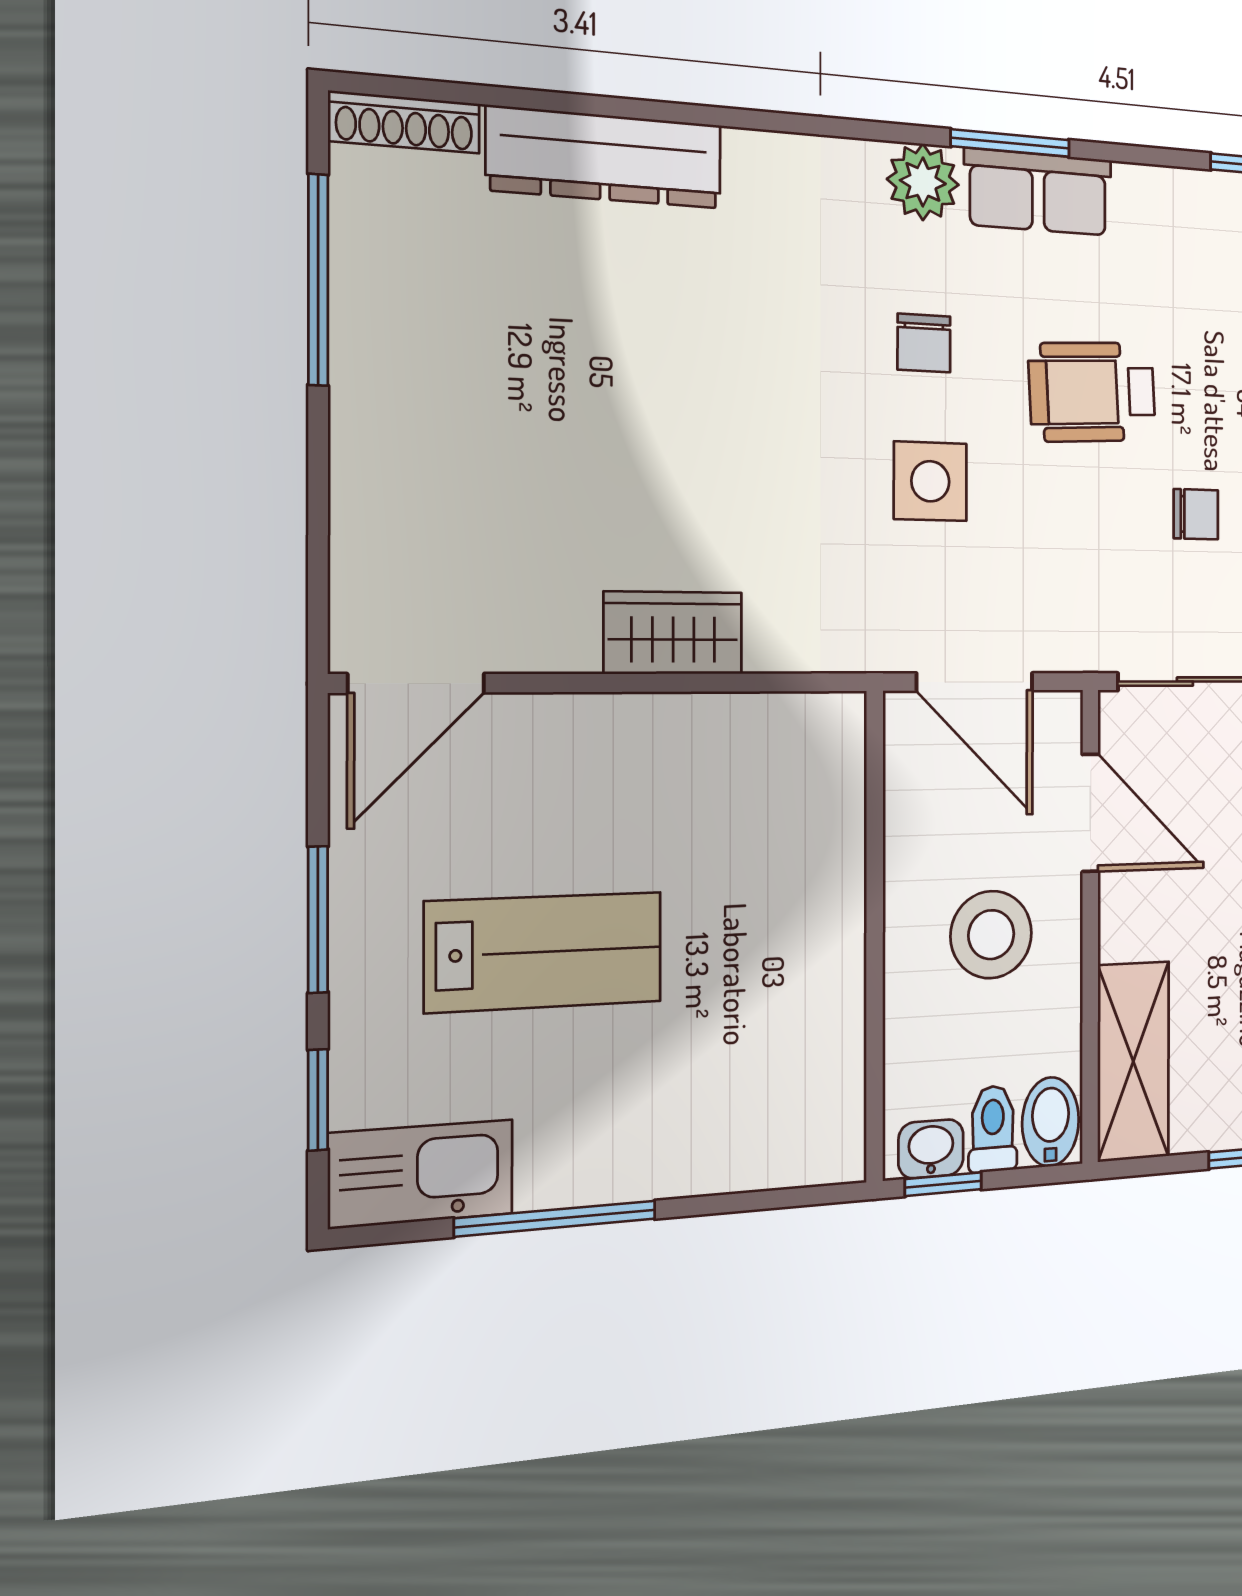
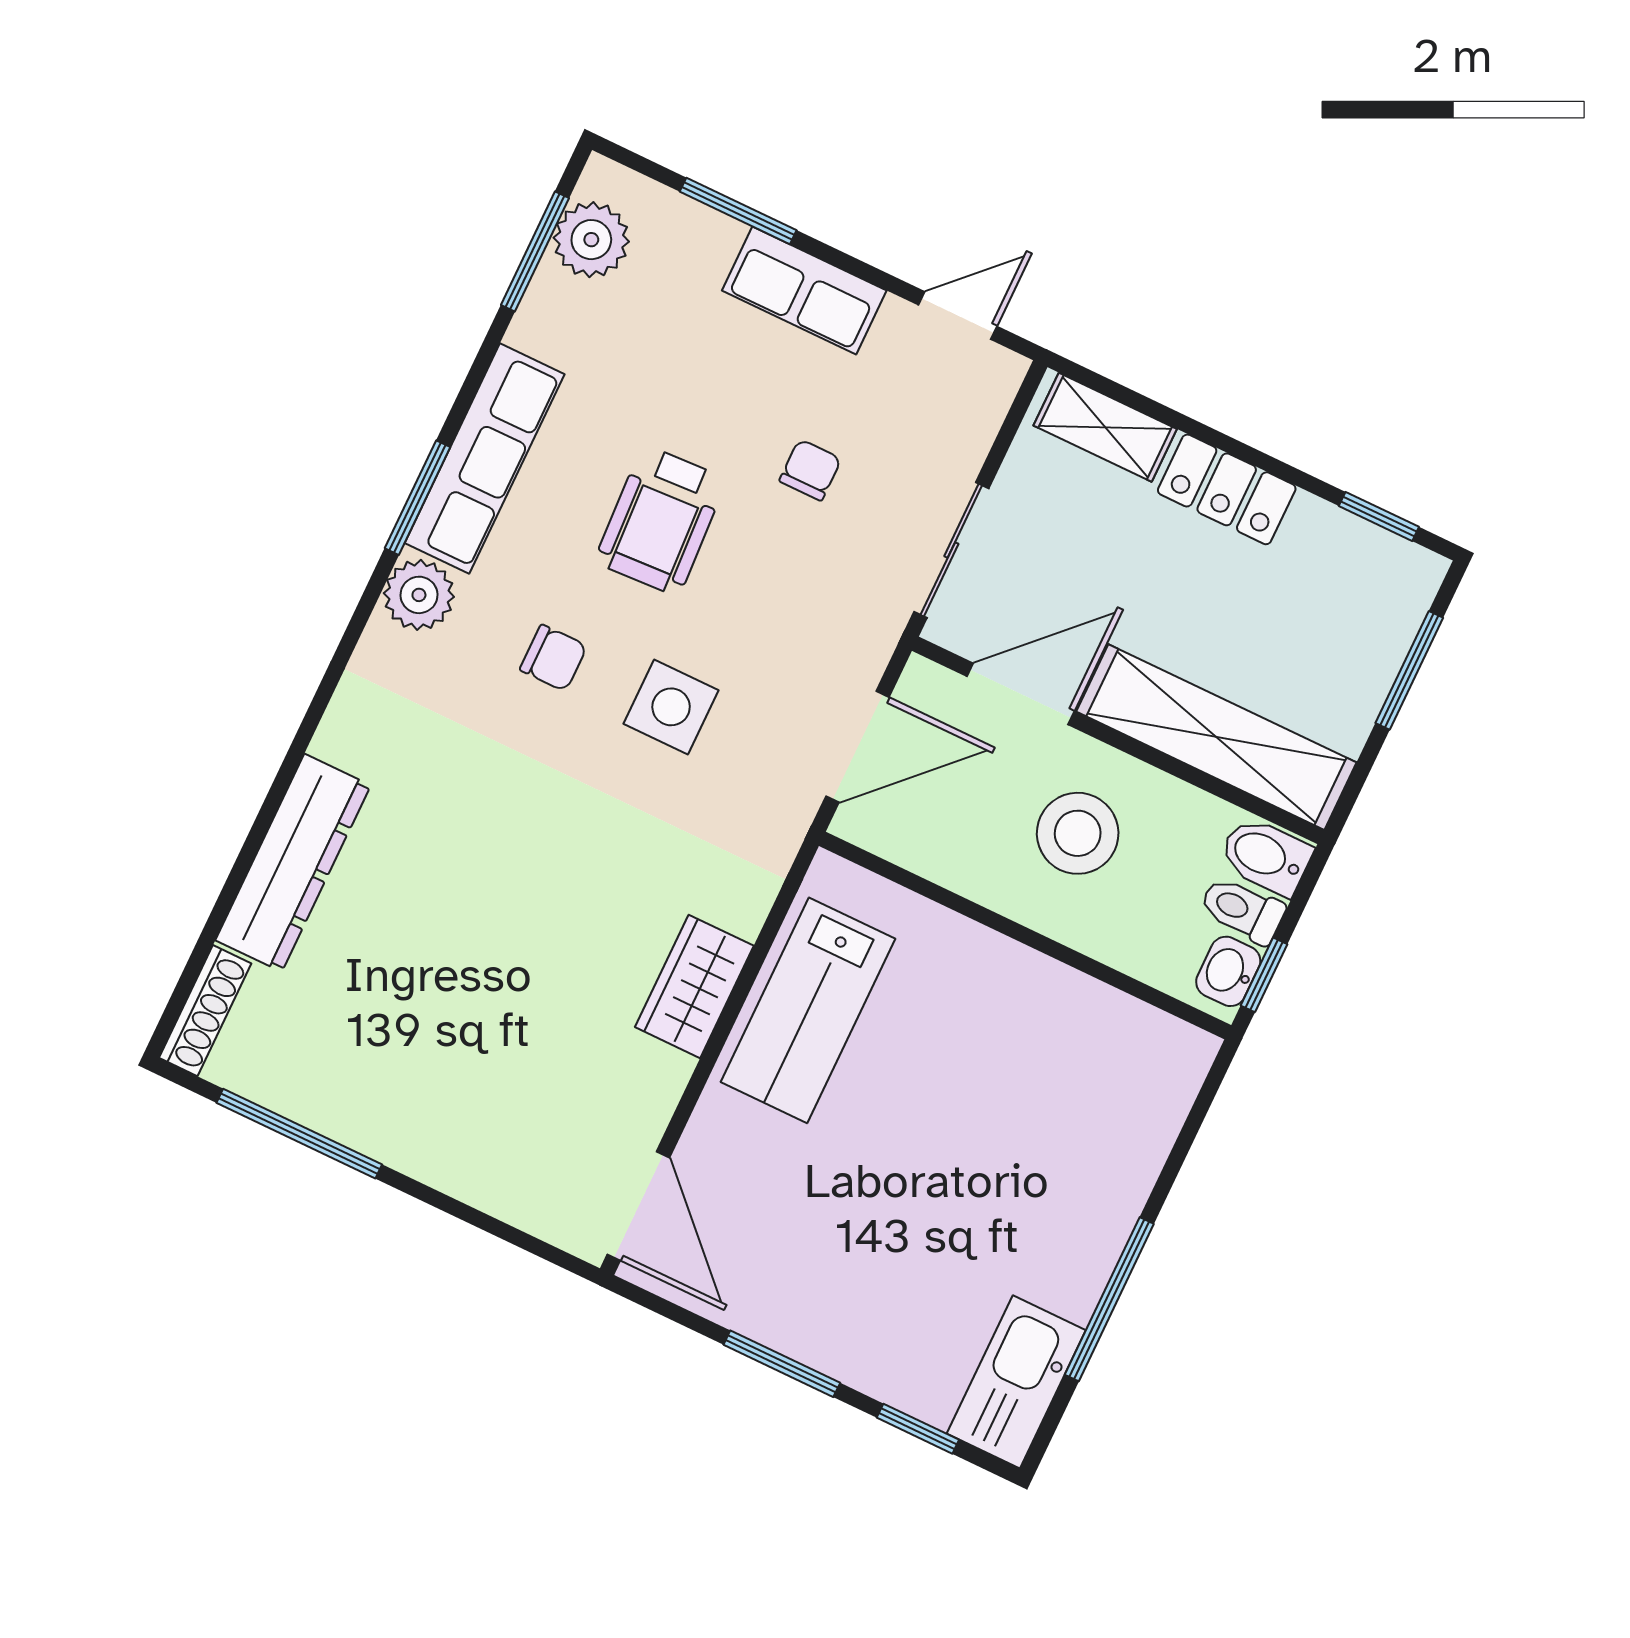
row of seats: (1038, 192) -> (485, 459), width x1.48
lab bench: (544, 952) -> (808, 1010), moved, turned 180
shelving: (1133, 1061) -> (1216, 737), width x1.47

